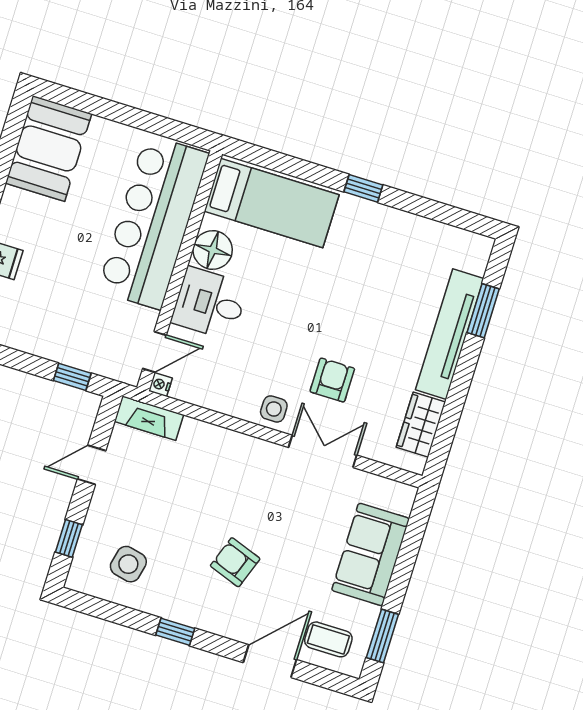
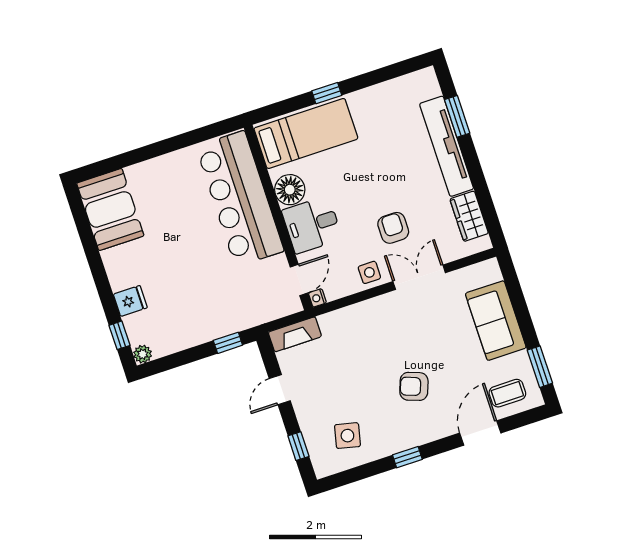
bed: (272, 203) -> (306, 133), moved
bar counter: (153, 222) -> (240, 199), moved
floor lamp: (213, 250) -> (290, 190), moved
wall: (180, 271) -> (278, 218), moved
desk: (210, 303) -> (312, 225), moved
door: (155, 352) -> (299, 280), moved
nightstand: (160, 385) -> (317, 298), moved

